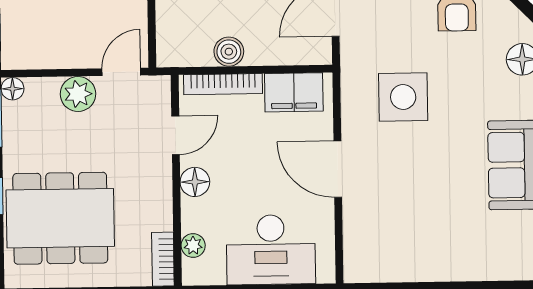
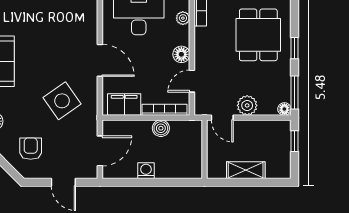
door: (121, 72) -> (222, 118), hinge flipped
side table: (403, 97) -> (62, 101), turned -35
dining table: (60, 218) -> (258, 35), width x0.73

